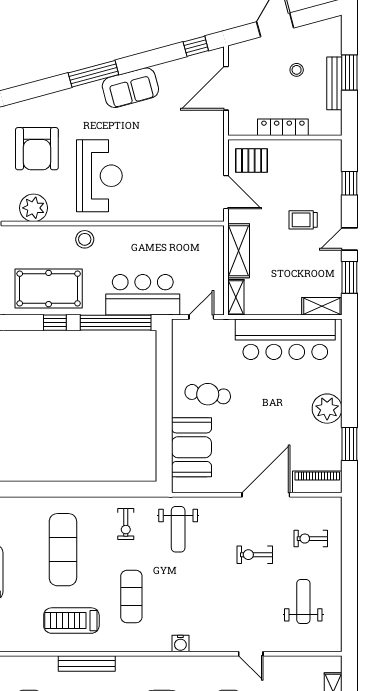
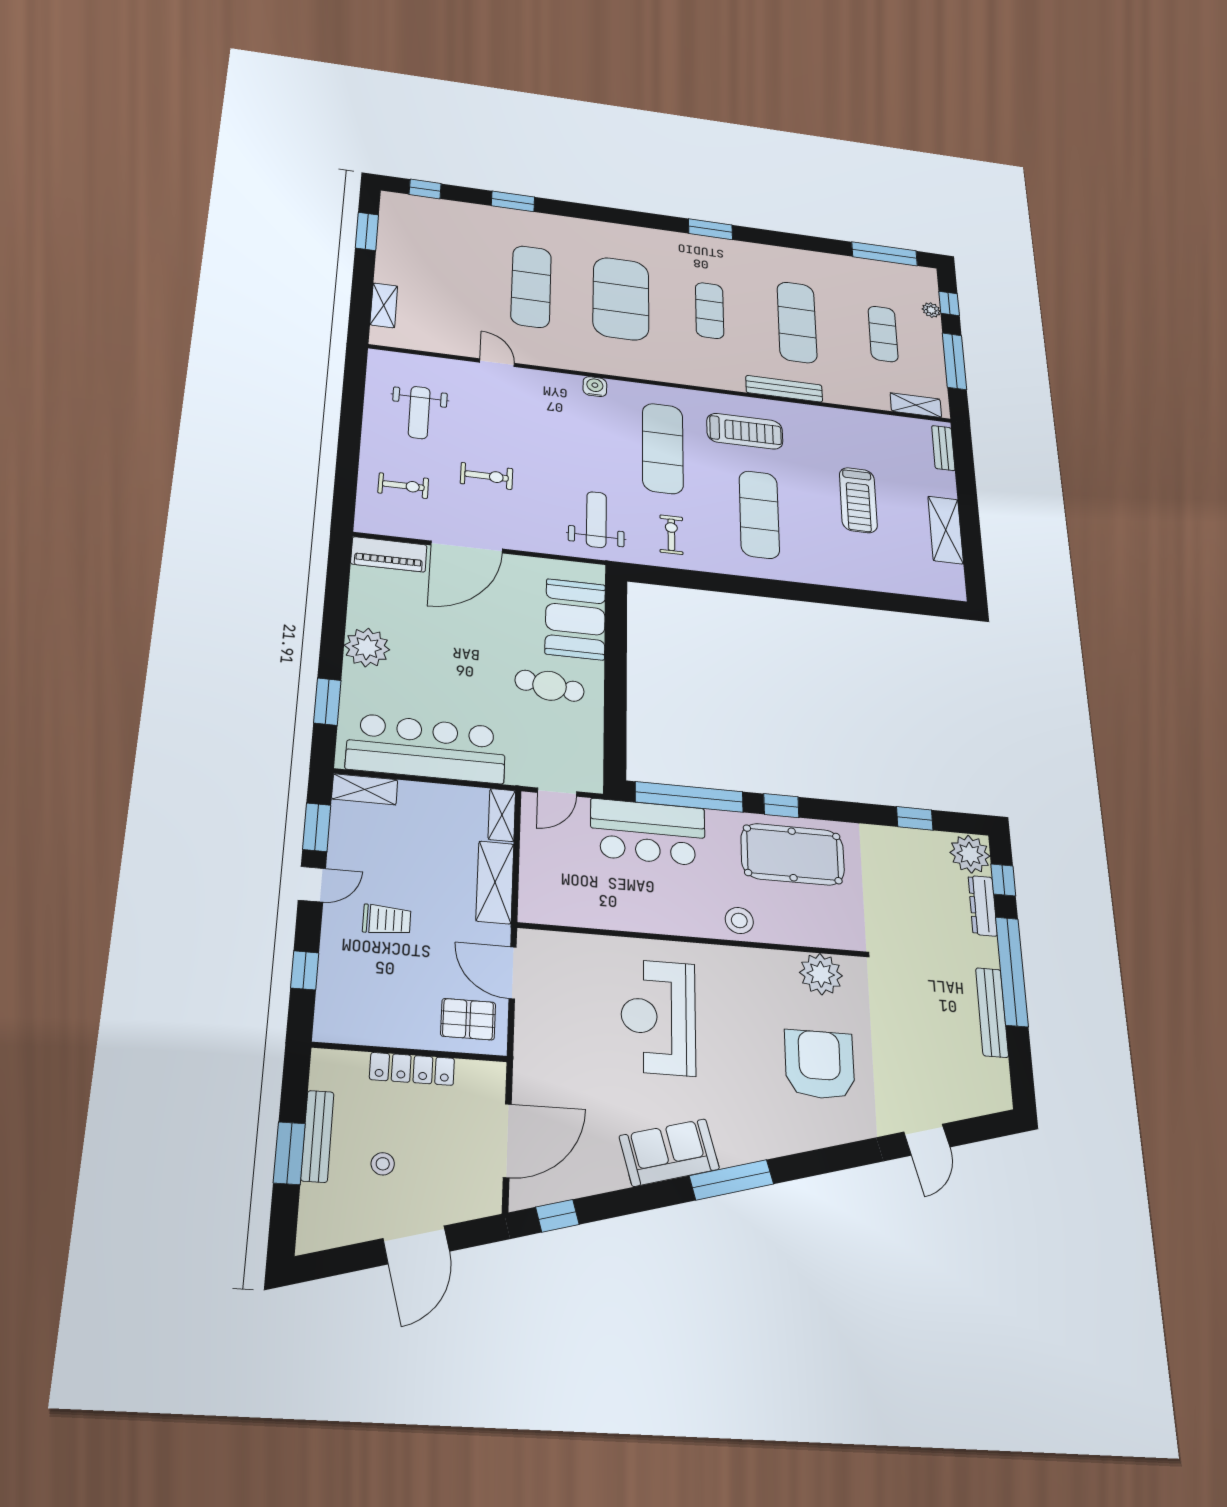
reception desk: (99, 176) -> (658, 1017), moved
window: (349, 444) -> (327, 702), moved
exercise mat: (131, 597) -> (663, 448), width x1.36, depth x1.45
bench: (87, 663) -> (784, 389), moved

